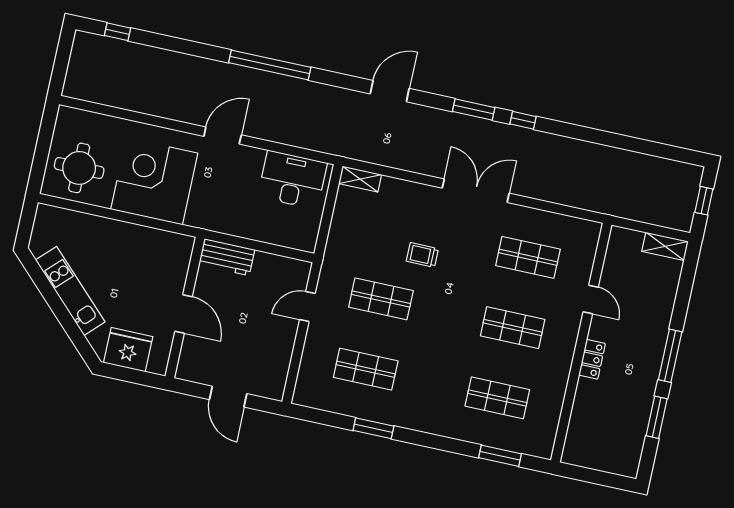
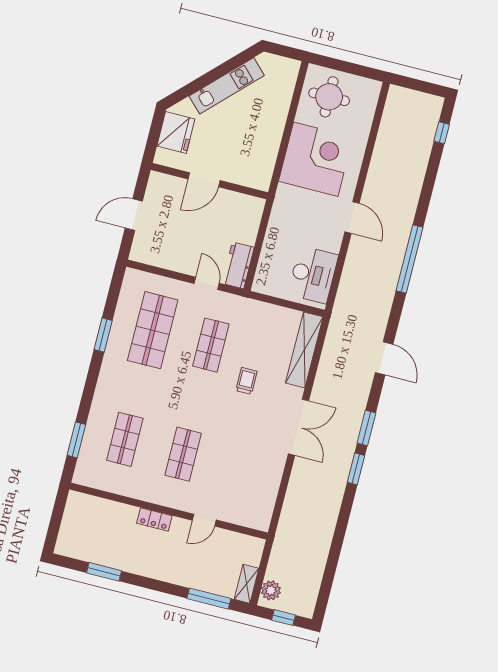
window: (523, 120) -> (356, 469), width x1.50
shelving: (360, 179) -> (304, 350), width x2.20, depth x1.33
plant: (672, 217) -> (271, 590), added
workbench: (227, 257) -> (238, 265), moved
shop shelf: (528, 257) -> (241, 469), removed
window: (670, 356) -> (209, 599), moved
shop shelf: (366, 369) -> (153, 330), width x1.43, depth x1.36

